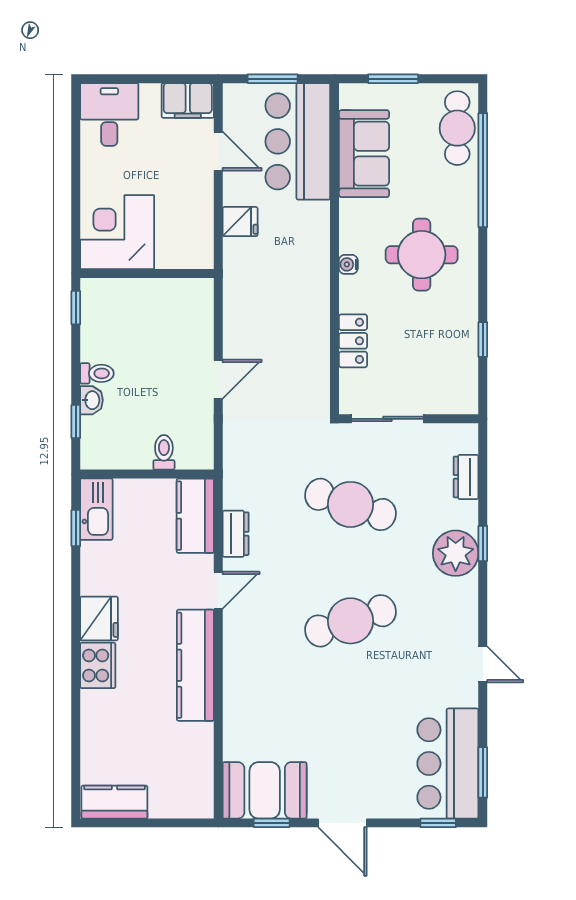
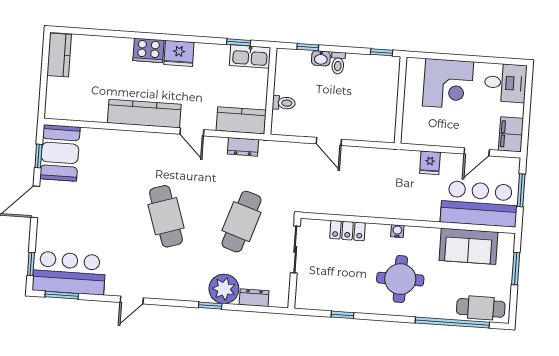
corner desk: (117, 232) -> (448, 84), moved, turned 90
dresser: (236, 534) -> (243, 147), moved
plant: (456, 553) -> (224, 289), moved

